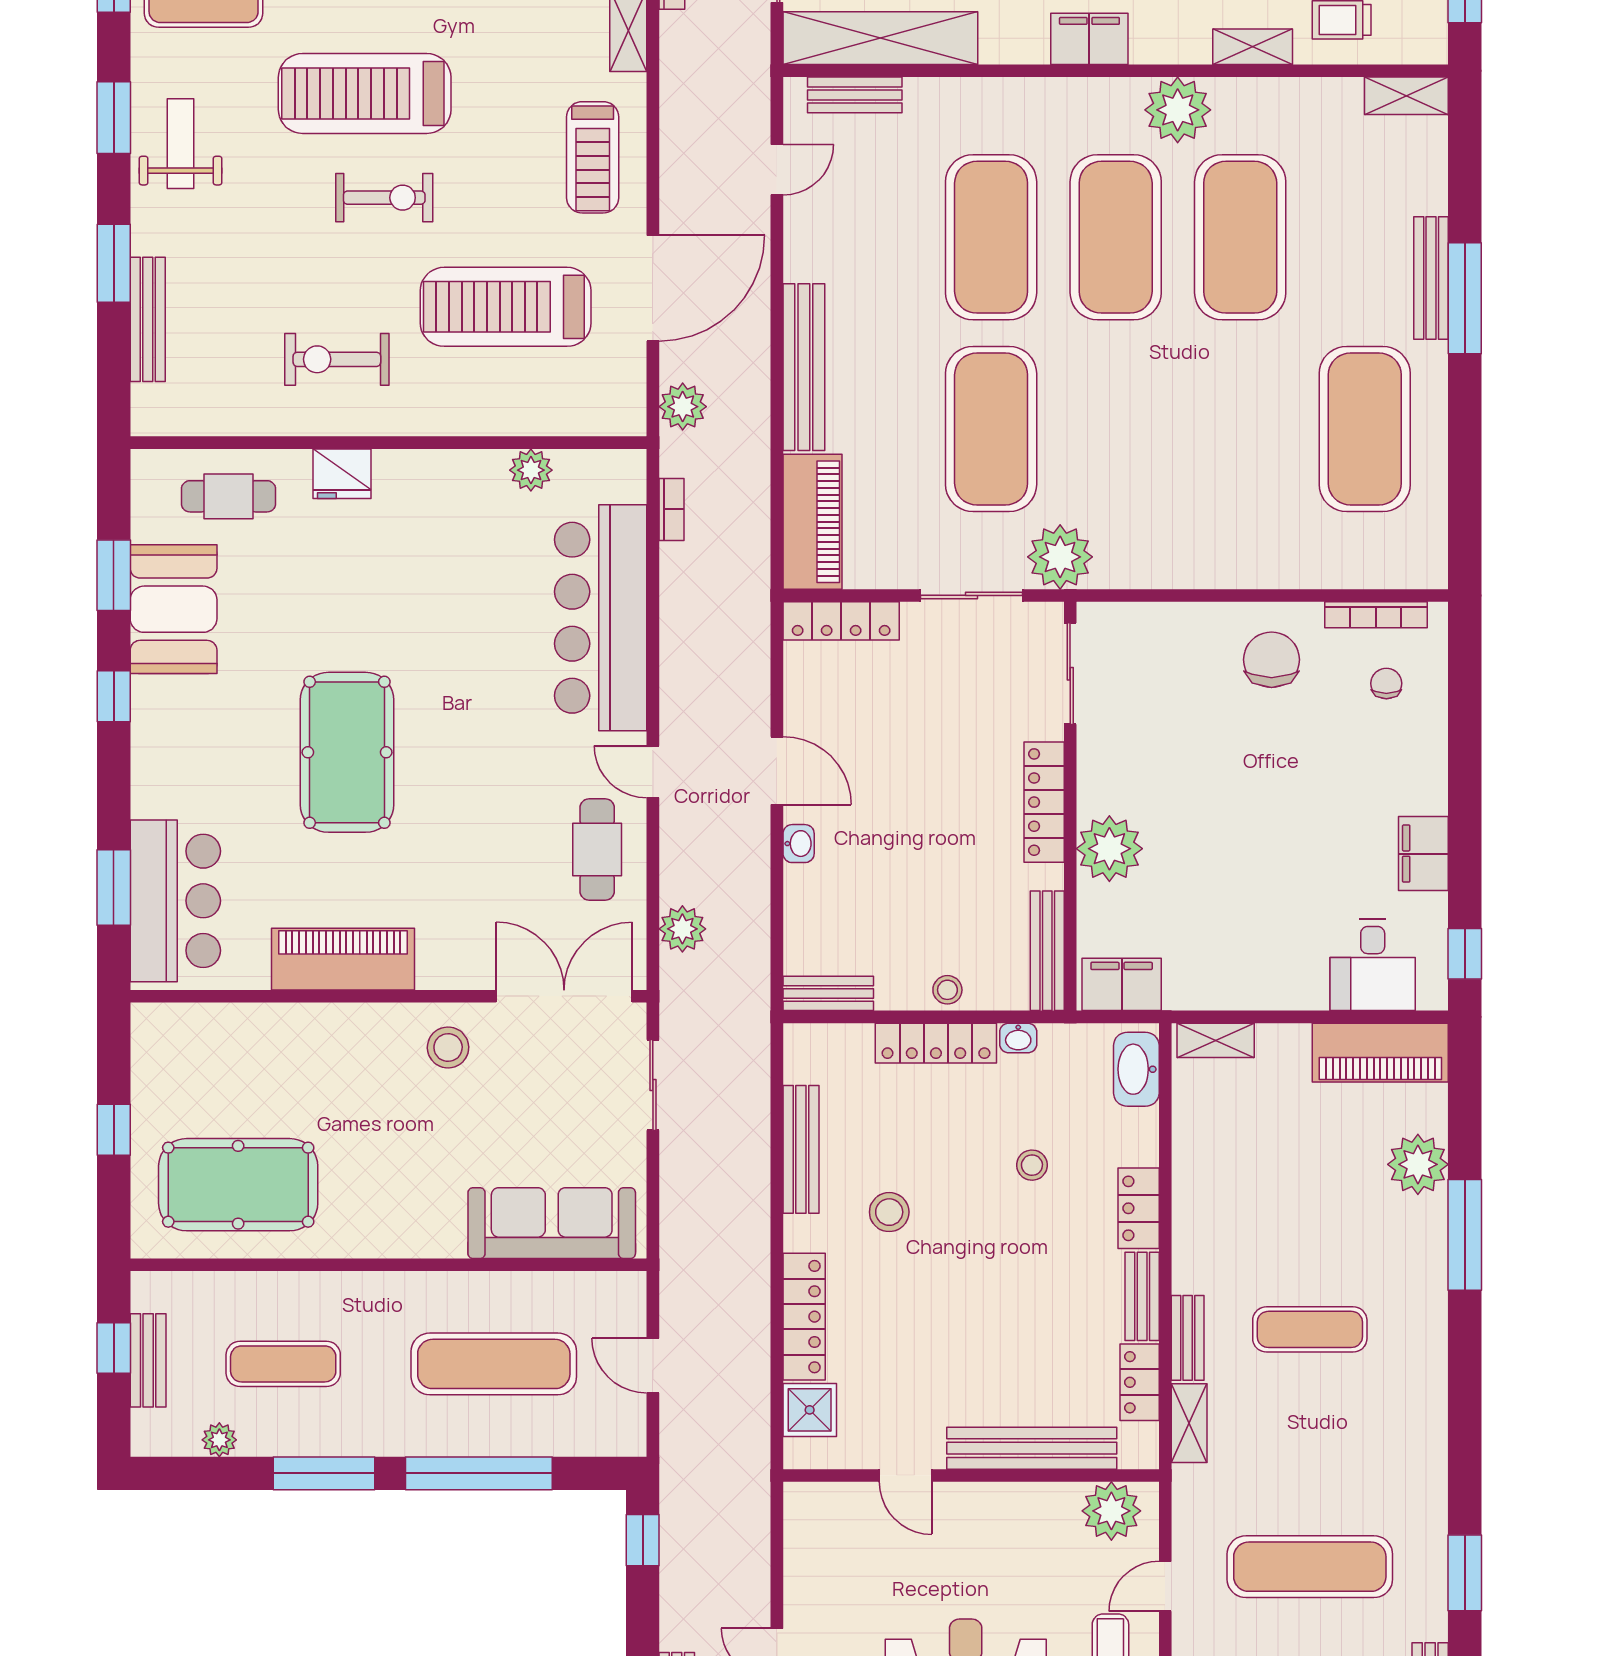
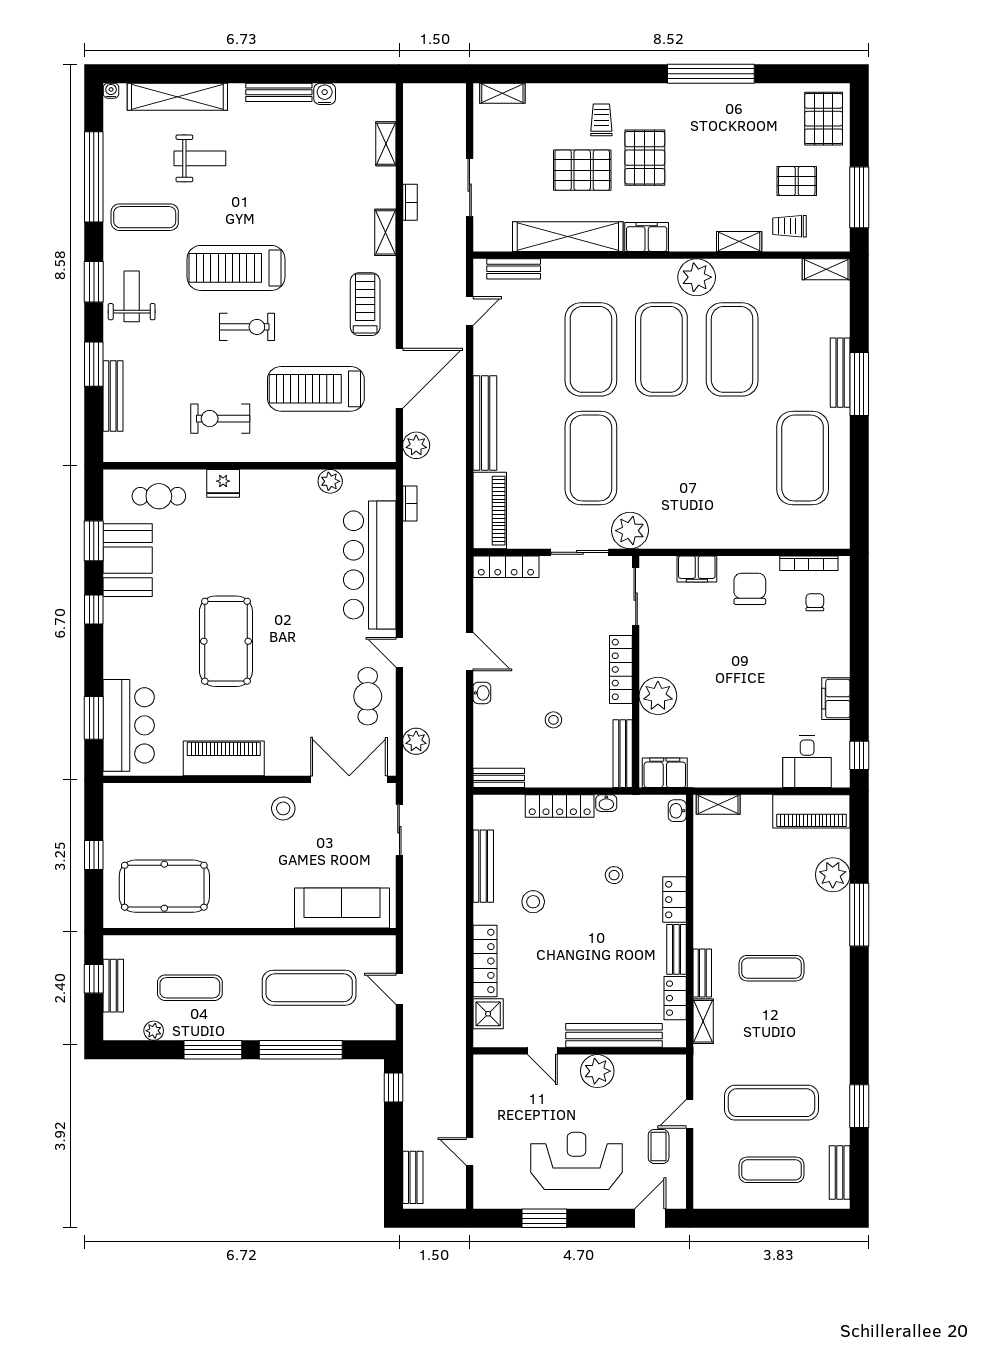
shelving: (880, 38) -> (568, 237), moved
treadmill: (593, 157) -> (365, 304), turned 180
filing cabinet: (1178, 625) -> (697, 569), added
stool: (947, 990) -> (553, 720), moved
washbasin: (1136, 1069) -> (677, 811), width x0.52, depth x0.69
plant: (1111, 1511) -> (597, 1071), moved

